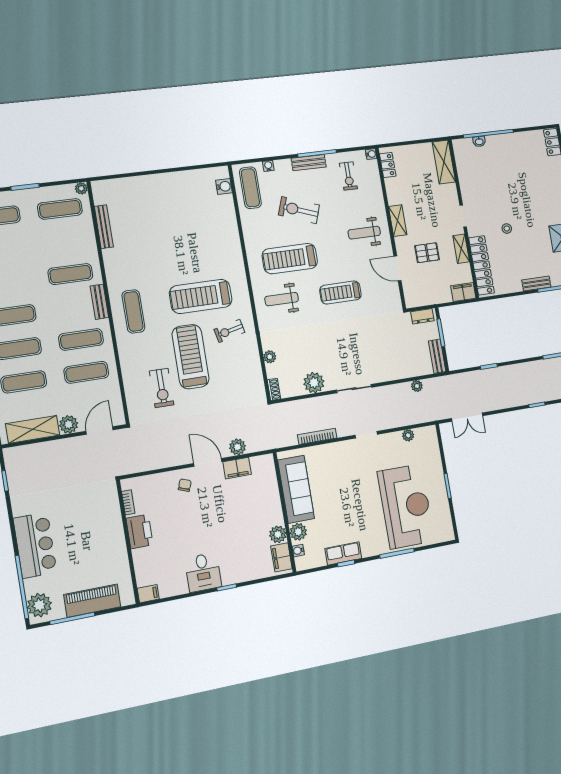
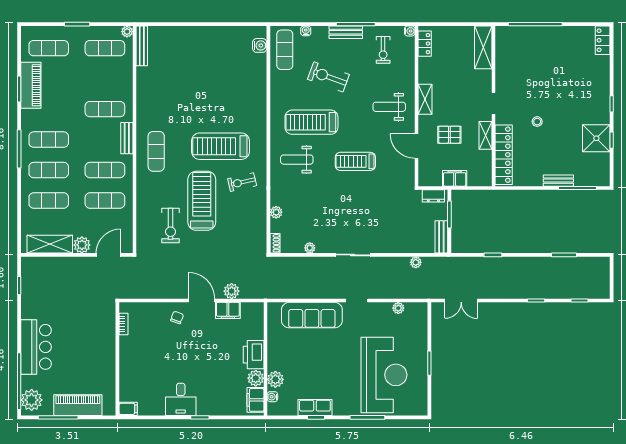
washbasin: (479, 141) -> (524, 31), removed
bench: (104, 227) -> (142, 46), moved
filing cabinet: (463, 292) -> (455, 178), moved
plant: (314, 383) -> (310, 248), width x0.53, depth x0.53
bookcase: (317, 436) -> (309, 294), removed
sofa: (296, 489) -> (312, 315), moved, turned 90
printer: (139, 531) -> (254, 355), moved, turned 180

